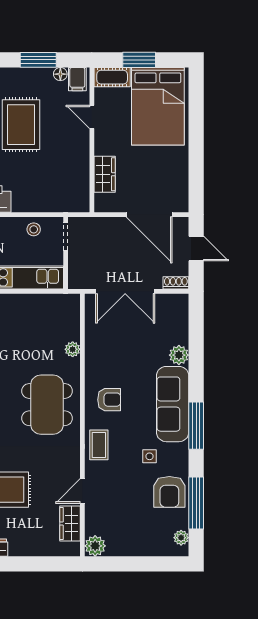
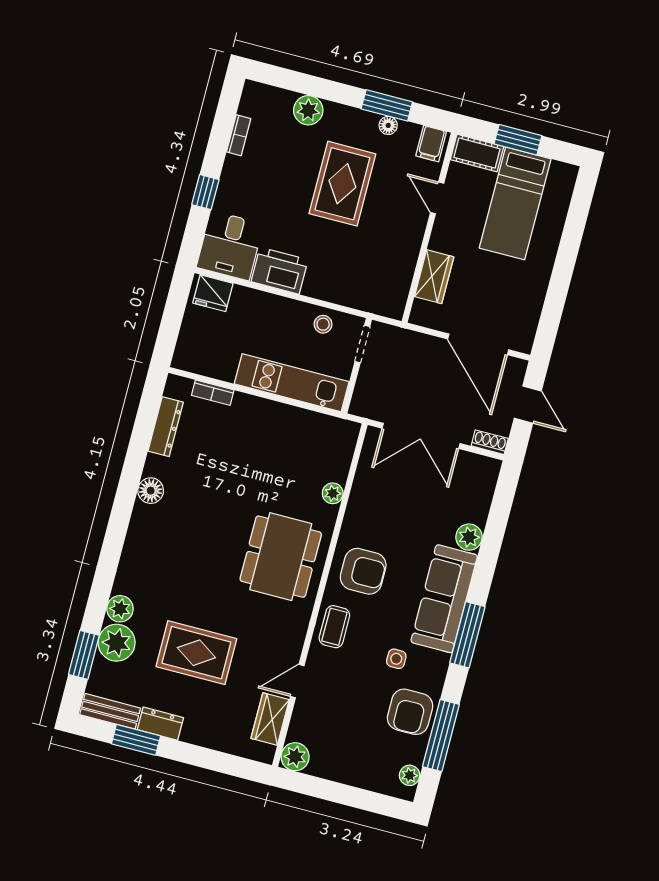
floor lamp: (60, 74) -> (388, 125), moved
bed: (158, 106) -> (515, 203), width x0.67
armchair: (109, 400) -> (363, 571), width x1.38, depth x1.38

